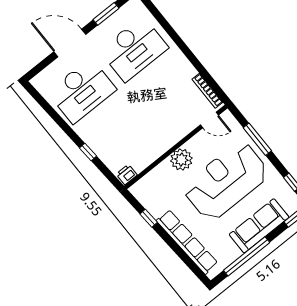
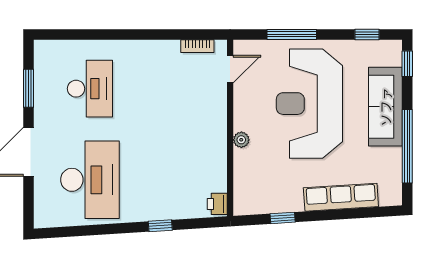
desk: (134, 49) -> (90, 89), width x0.73, depth x0.77
bookcase: (207, 91) -> (197, 46), width x0.64
plant: (181, 160) -> (241, 140), width x0.53, depth x0.53
row of seats: (187, 242) -> (341, 197), width x0.73

